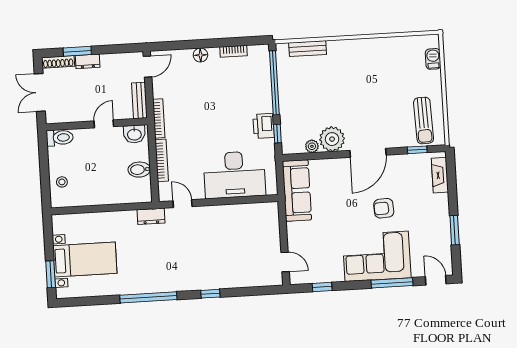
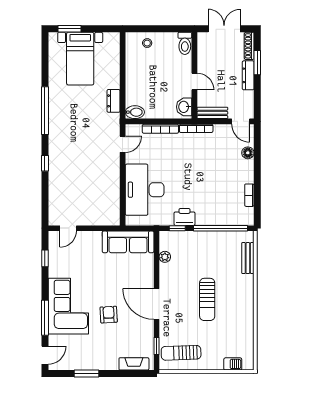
floor lamp: (200, 55) -> (248, 153), moved
dresser: (88, 61) -> (248, 75), width x1.44
sun lounger: (359, 94) -> (207, 299), added
plant: (332, 139) -> (170, 274), removed
bidet: (139, 170) -> (135, 112), moved, turned 90
dresser: (151, 216) -> (114, 101), moved

